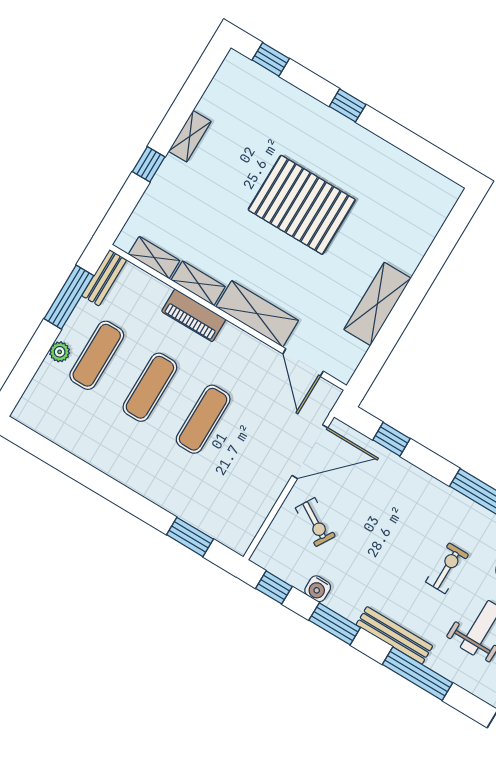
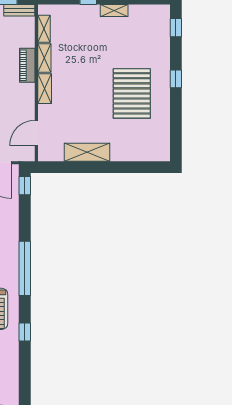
pallet: (302, 205) -> (132, 93), moved
shelving: (257, 314) -> (45, 89), width x0.67, depth x0.75
window: (392, 439) -> (25, 186), moved

